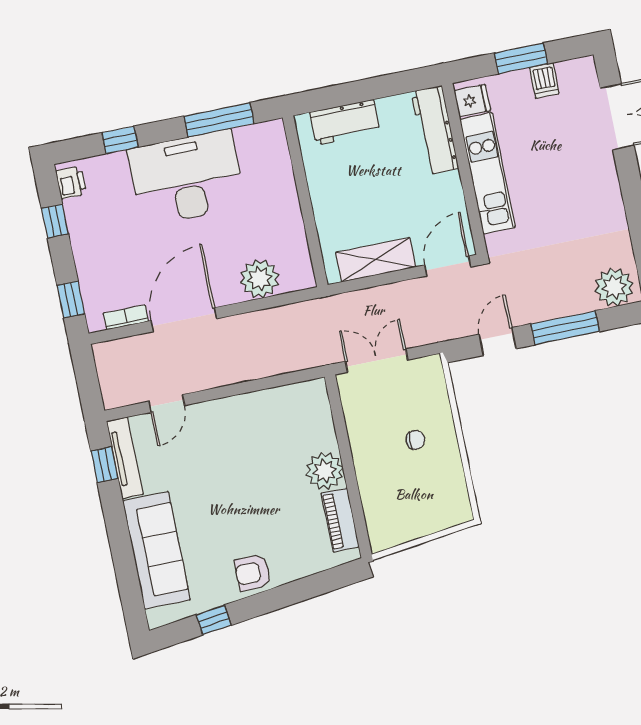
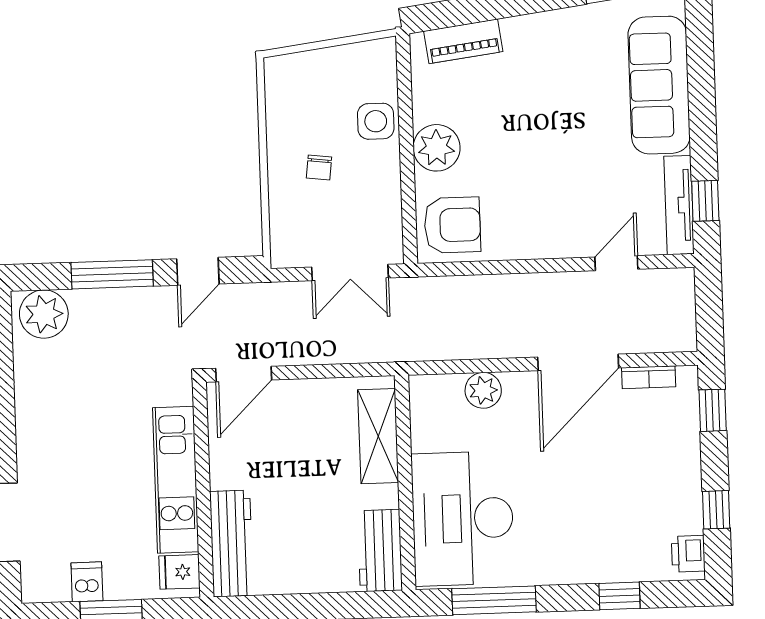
workbench: (345, 122) -> (380, 551), moved, turned -90
desk: (187, 178) -> (463, 519), moved, turned 90
shelving: (376, 260) -> (378, 436), moved, turned 90
plant: (260, 279) -> (483, 390), width x0.73, depth x0.73
chair: (415, 440) -> (319, 168), turned -83
side table: (376, 484) -> (376, 121), added
piano: (340, 520) -> (463, 41), moved, turned 83
armchair: (253, 573) -> (452, 225), moved, width x1.38, depth x1.38

